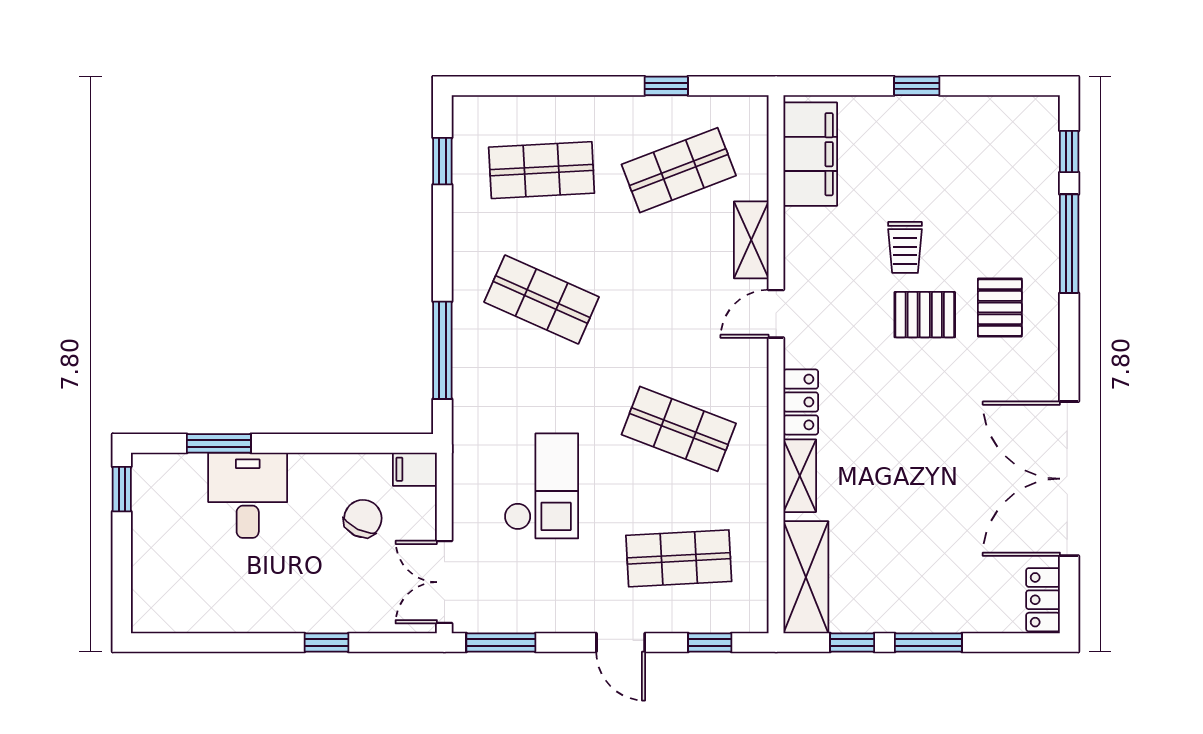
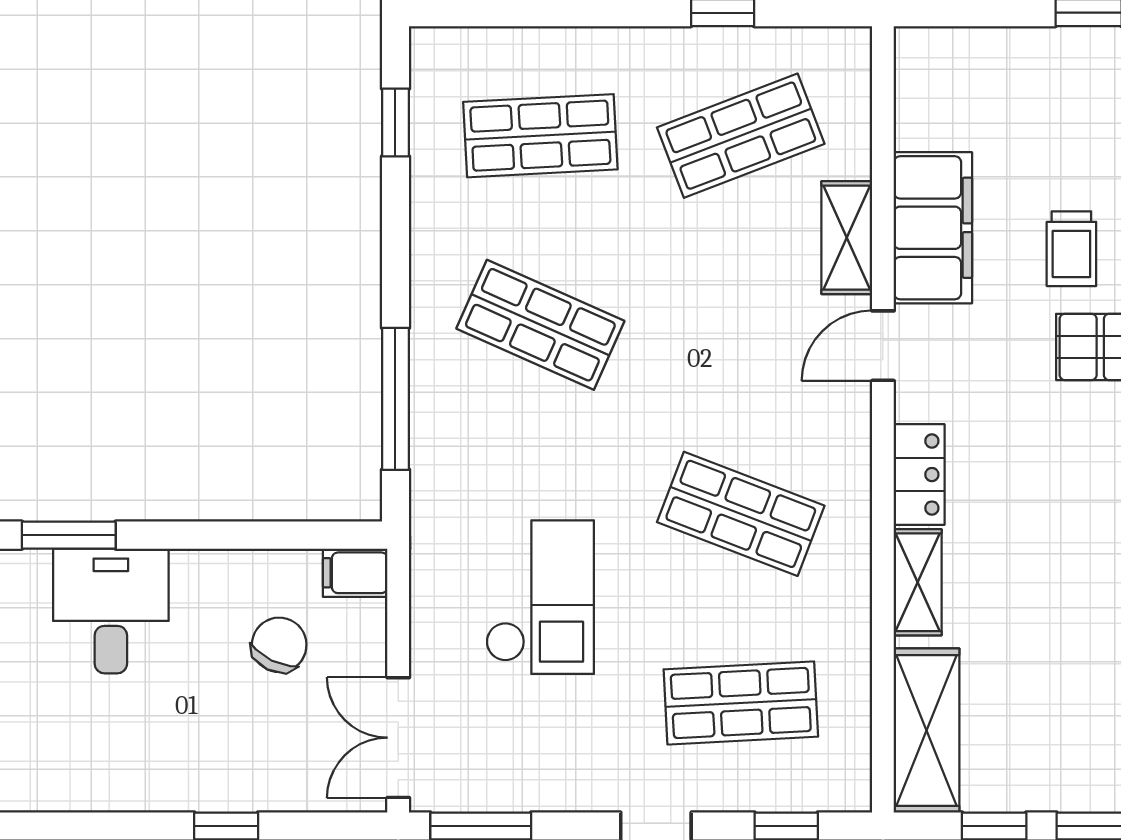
filing cabinet: (810, 154) -> (933, 228), moved

